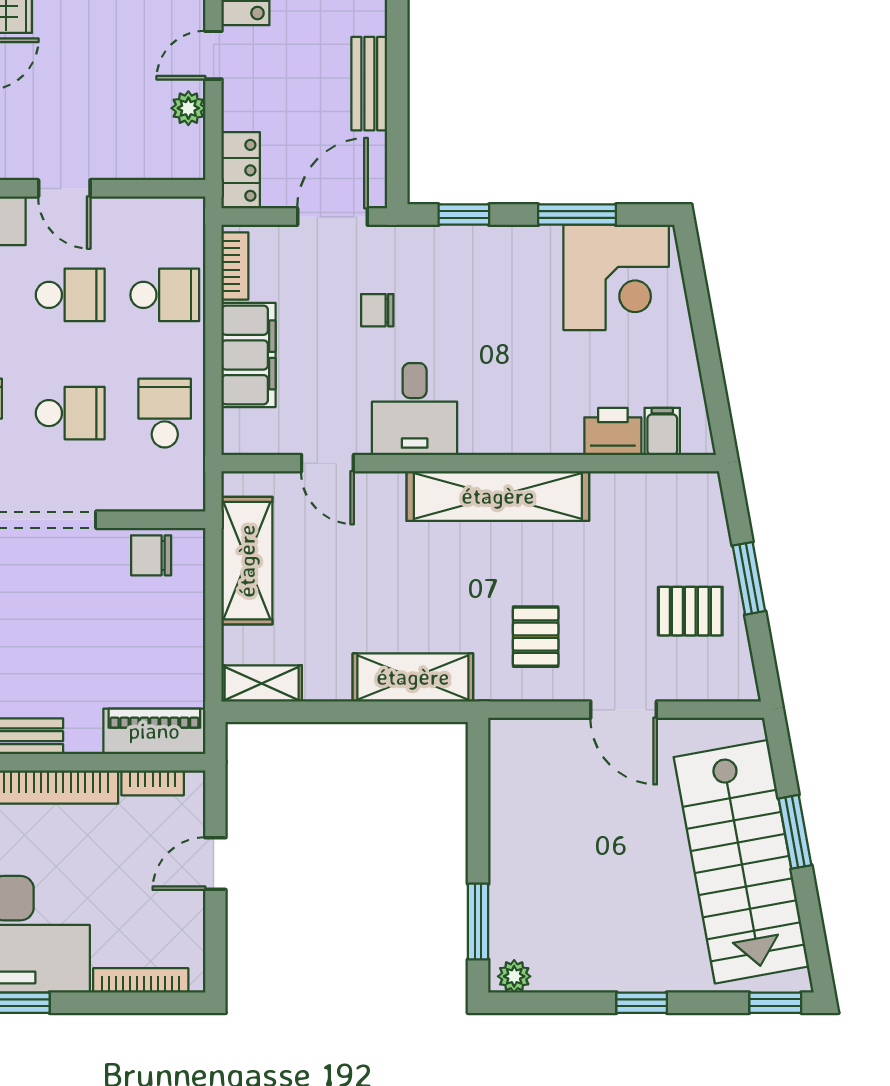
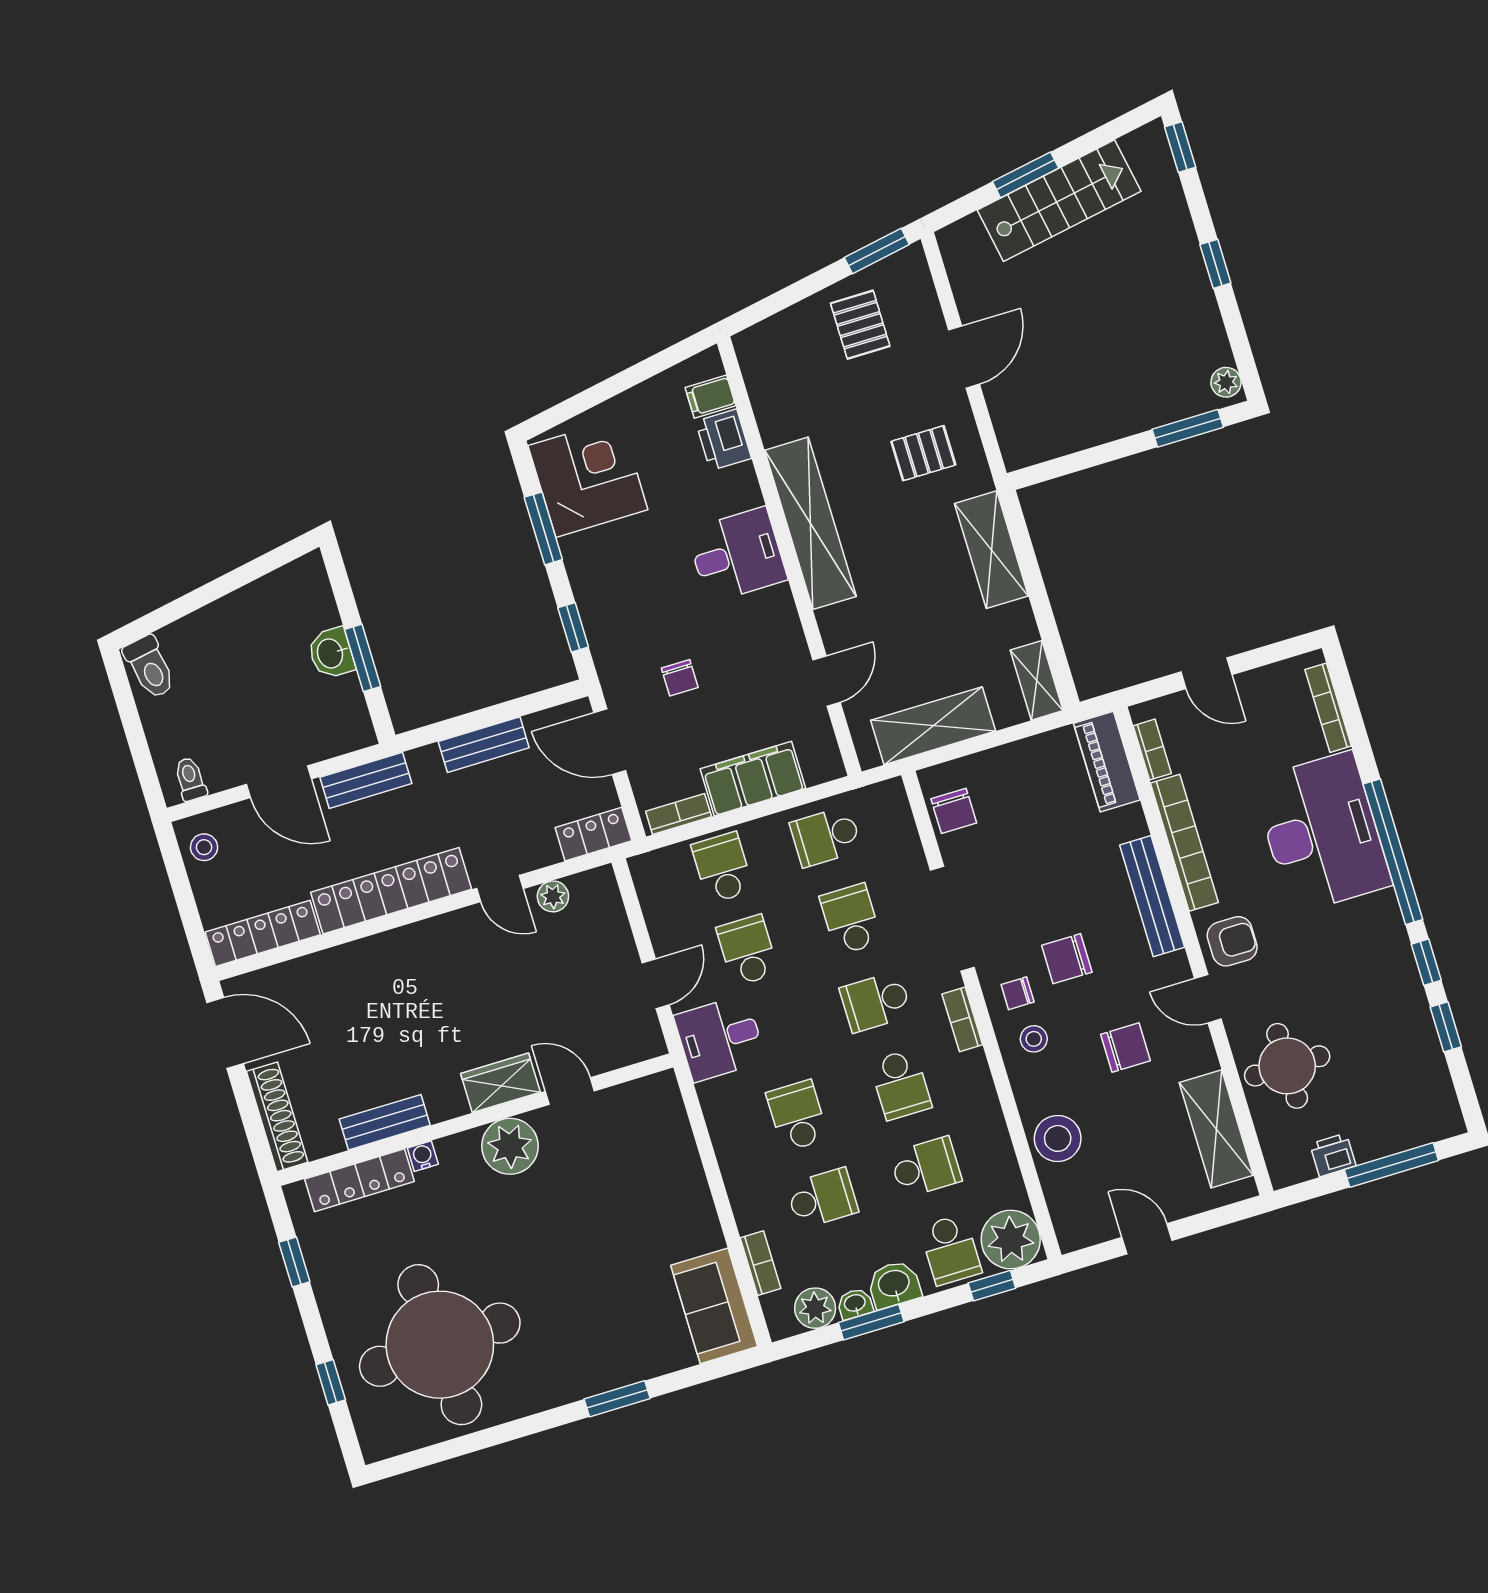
desk: (415, 409) -> (737, 555), moved
window: (749, 578) -> (877, 251), moved
stairs: (741, 862) -> (1059, 201), width x0.73, depth x0.66

